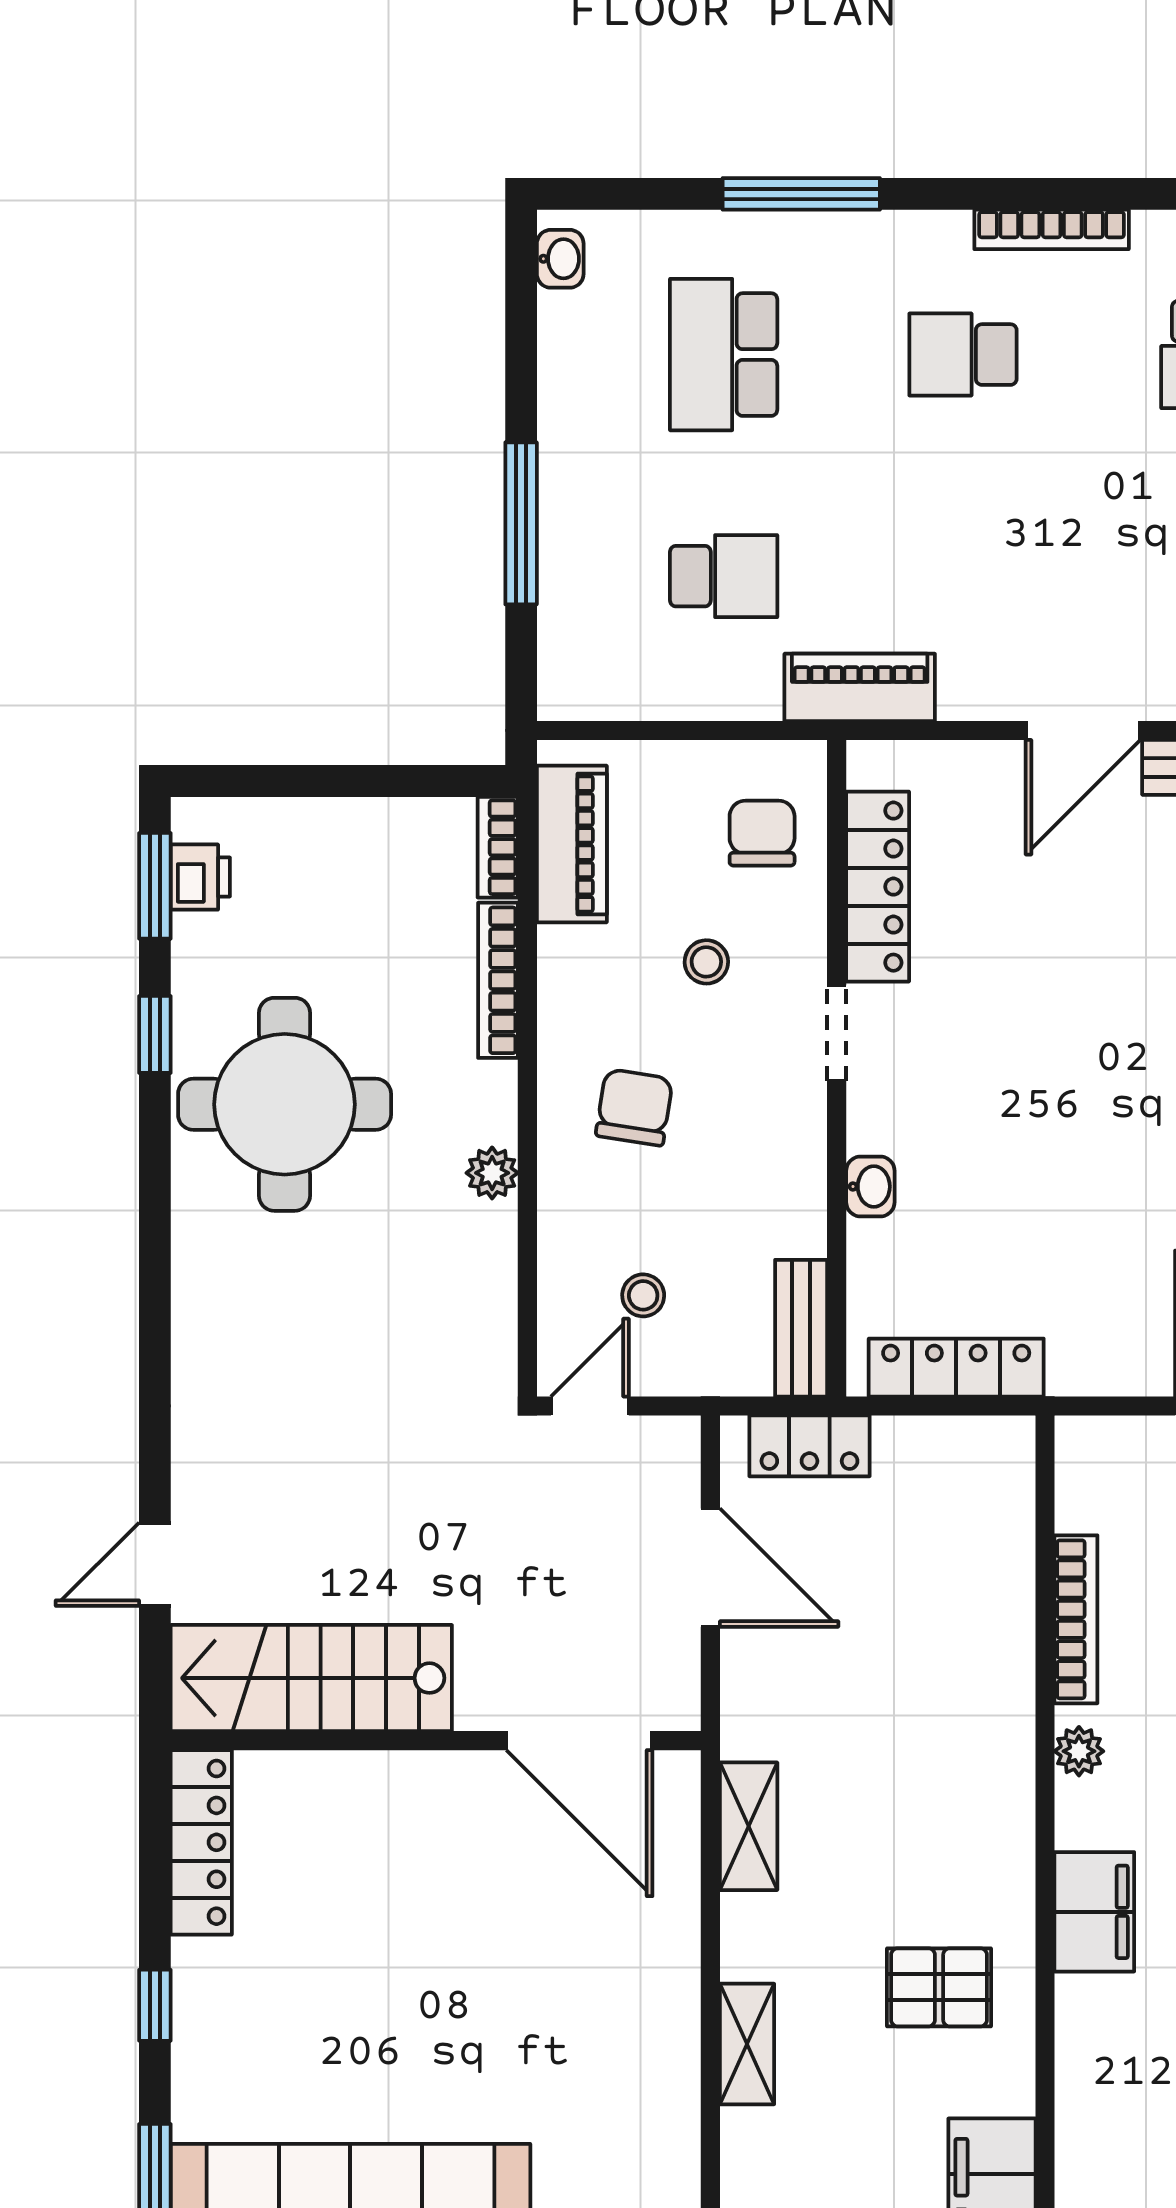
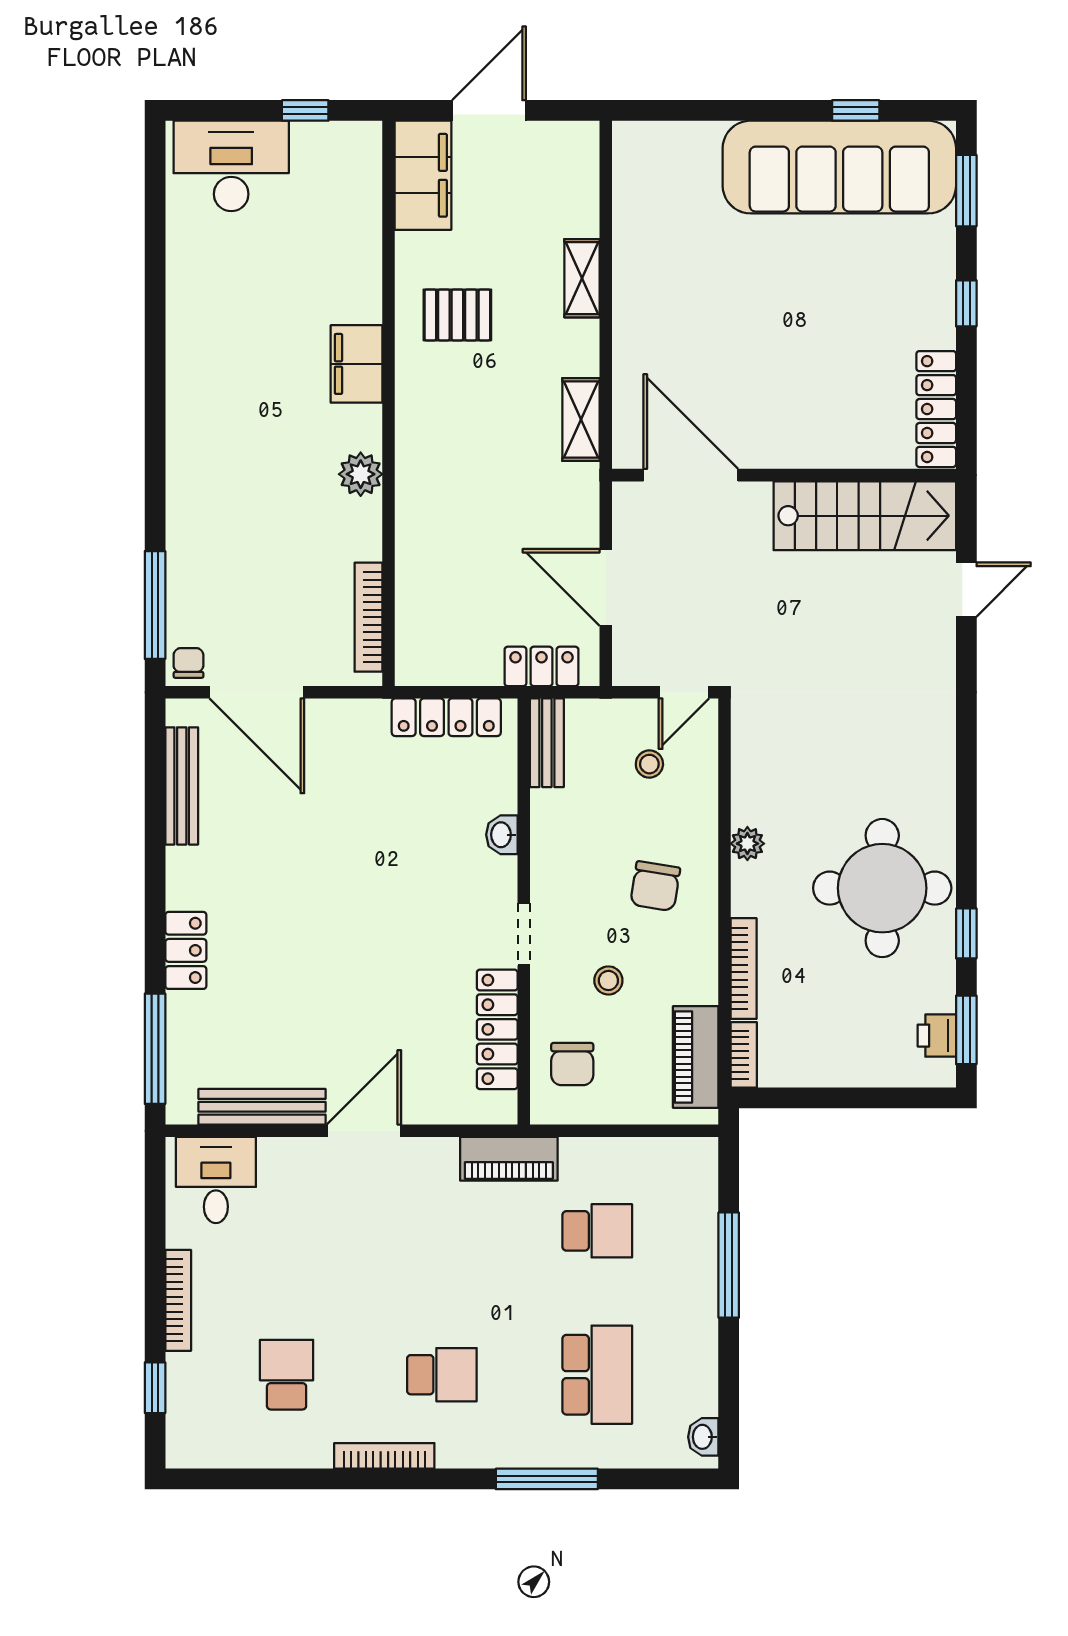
school desk: (724, 576) -> (597, 1231), turned 180
bookcase: (1076, 1619) -> (368, 617), moved
plant: (1079, 1751) -> (361, 474), width x1.38, depth x1.38

